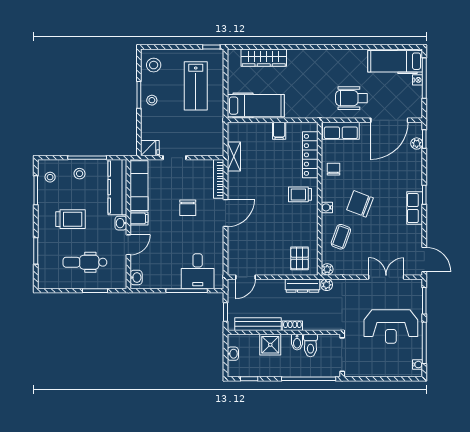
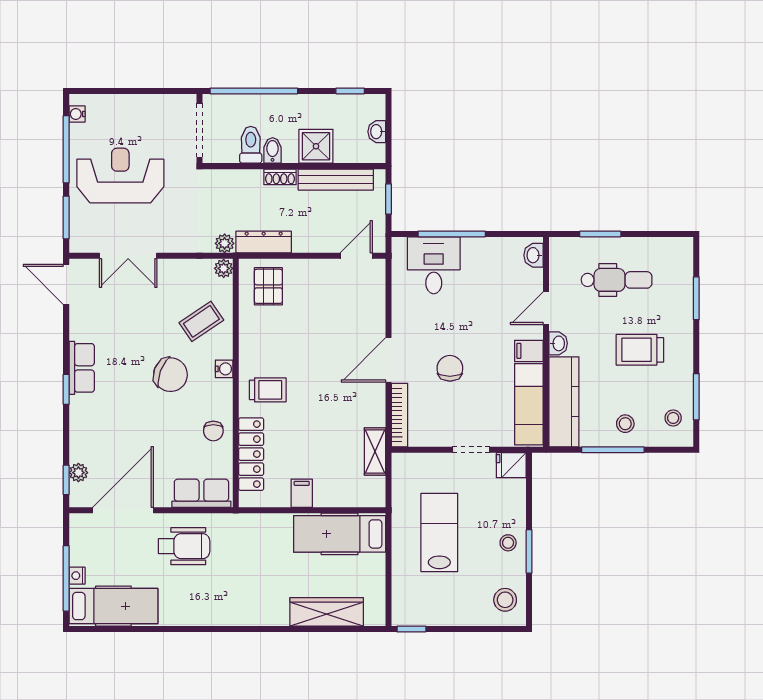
lab bench: (196, 86) -> (439, 533), moved
coffee table: (341, 237) -> (201, 321), turned 36

